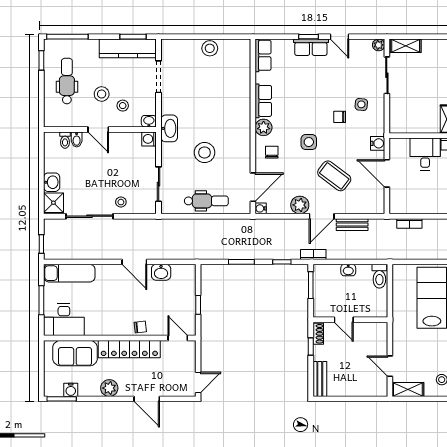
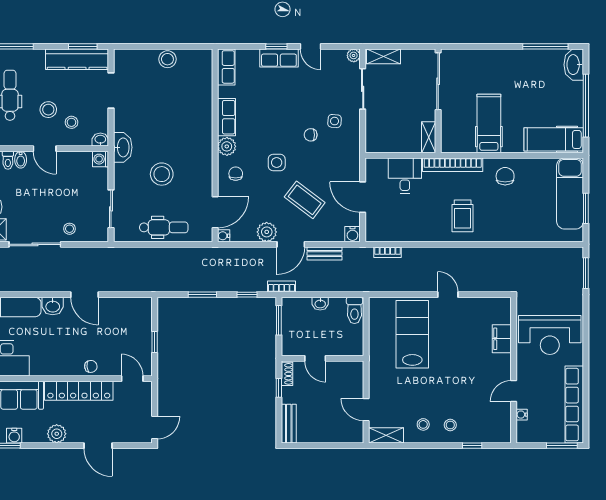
water cooler: (378, 143) -> (352, 234), moved, turned 90
washbasin: (161, 272) -> (53, 306), moved

